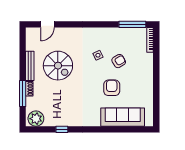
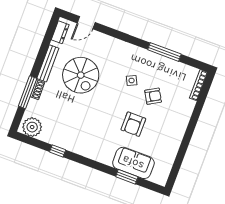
window: (132, 24) -> (164, 52), moved
dresser: (30, 39) -> (60, 32), added
armchair: (112, 88) -> (133, 124), turned 180
sofa: (123, 117) -> (133, 163), width x0.73
window: (122, 129) -> (127, 177), added

